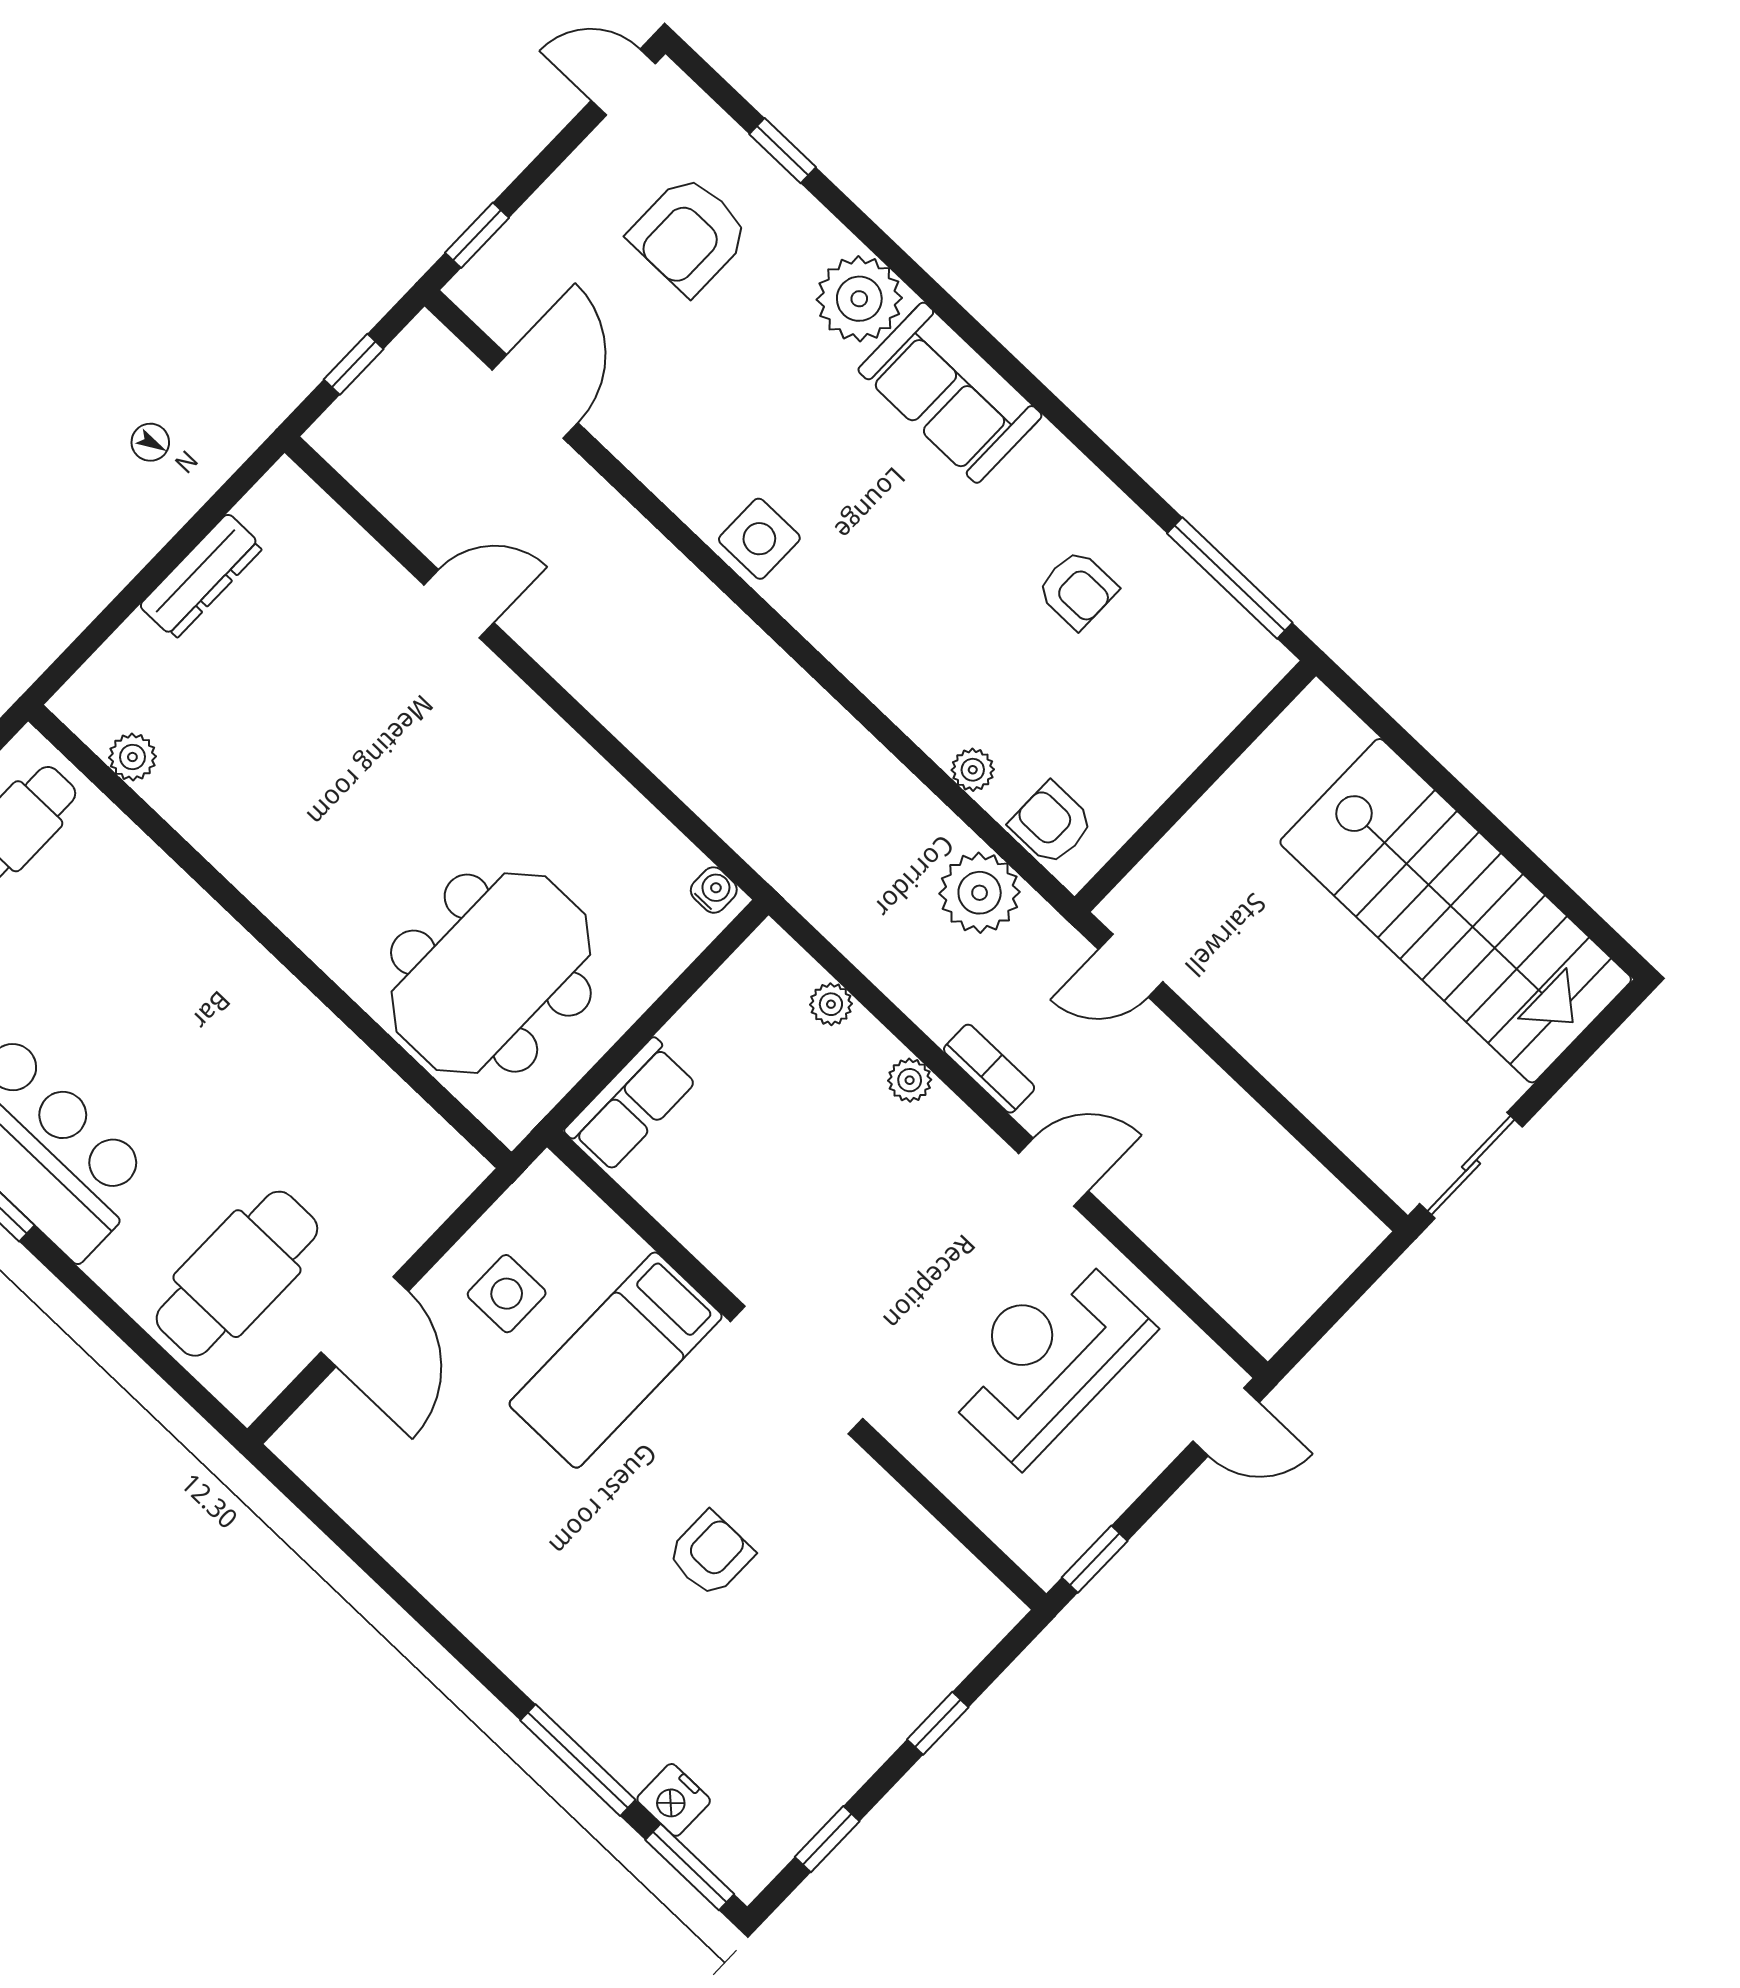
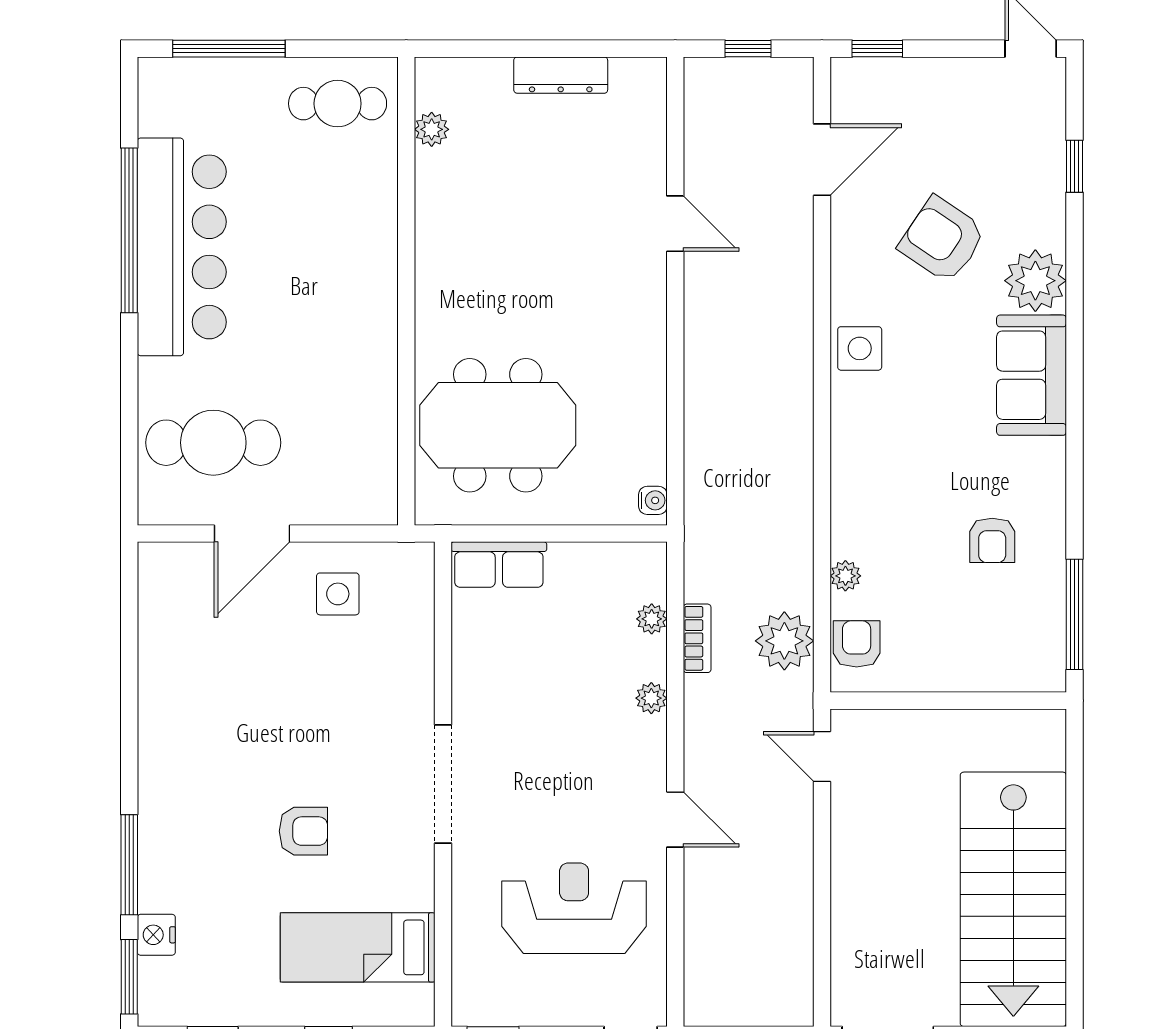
armchair: (689, 235) -> (942, 240), moved, turned 34
bookcase: (989, 1069) -> (697, 638), moved
bed: (616, 1360) -> (358, 947), moved

